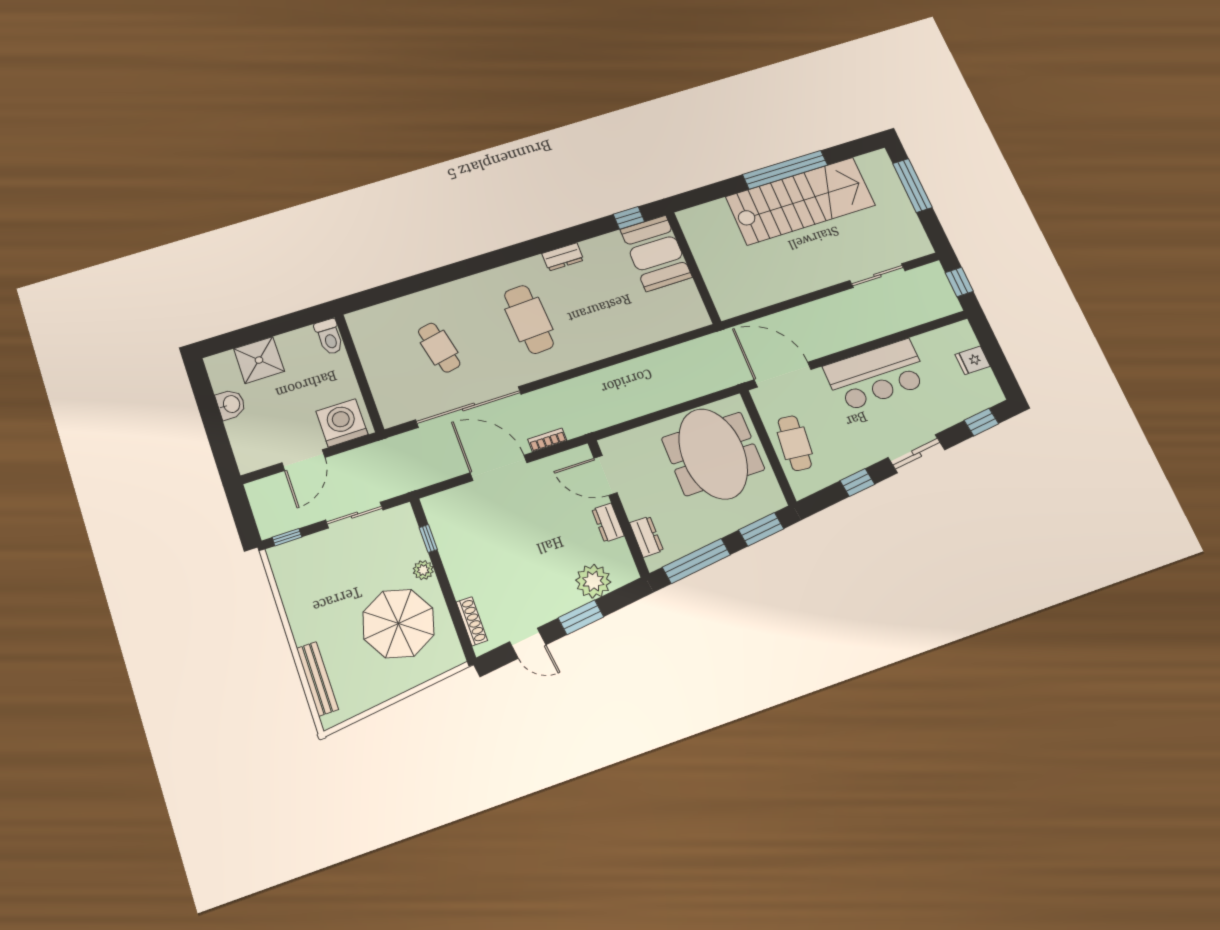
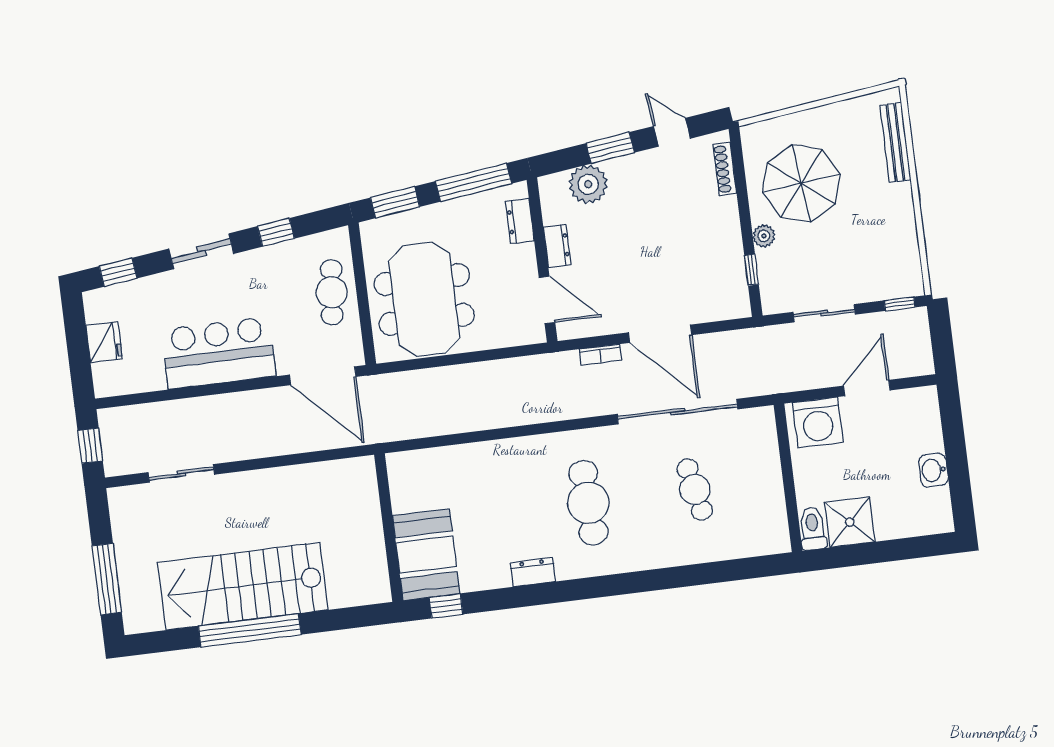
shower: (259, 360) -> (850, 522), moved
fridge: (973, 360) -> (104, 342), width x1.38

